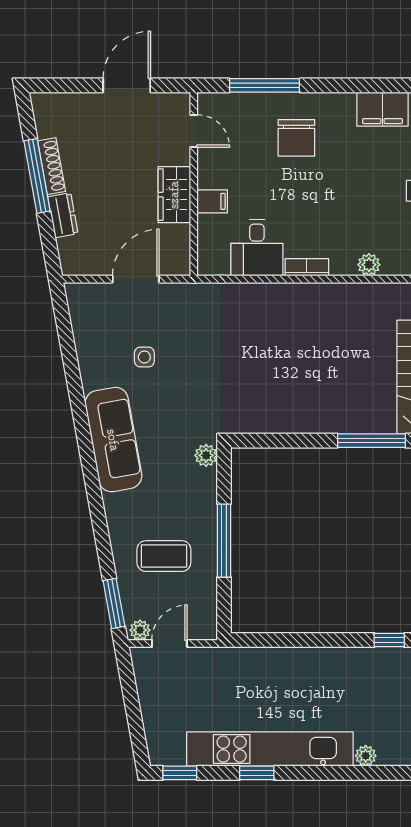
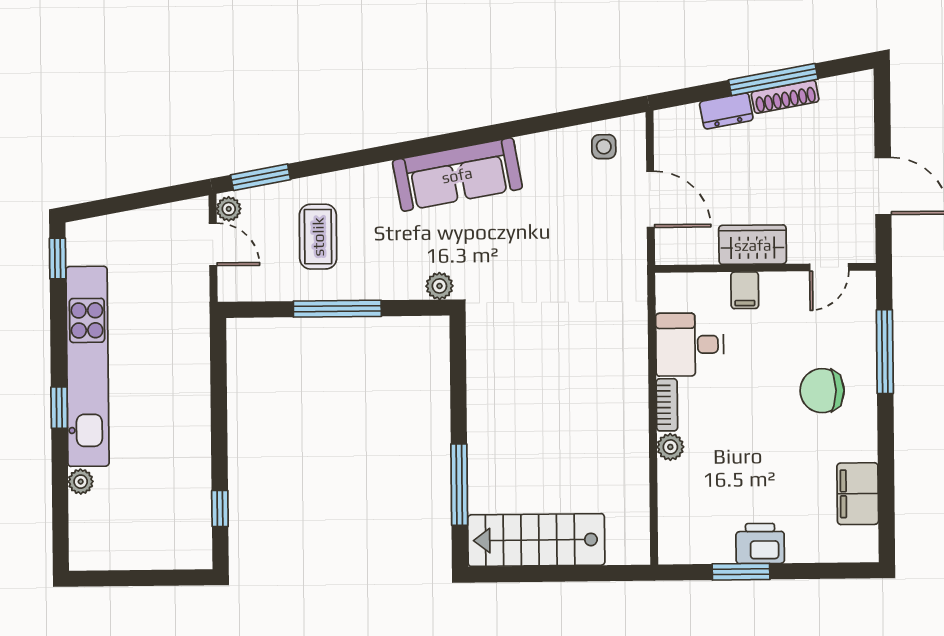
plant: (369, 265) -> (670, 447), moved
side table: (144, 357) -> (604, 147), moved
window: (257, 773) -> (59, 408), moved

